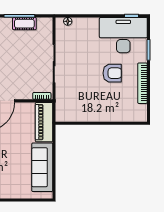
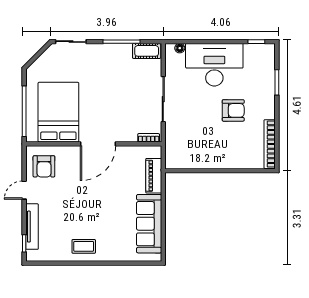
cot: (24, 24) -> (147, 51), moved
desk: (123, 35) -> (214, 65), moved
bookcase: (142, 83) -> (270, 144), moved
piano: (44, 122) -> (154, 176), width x0.73, depth x0.75

